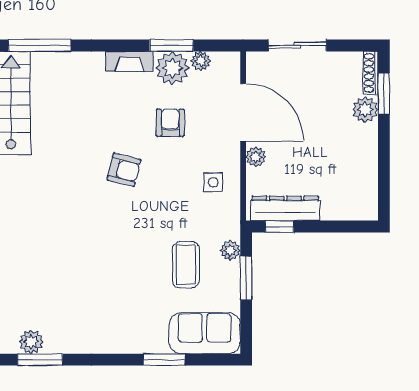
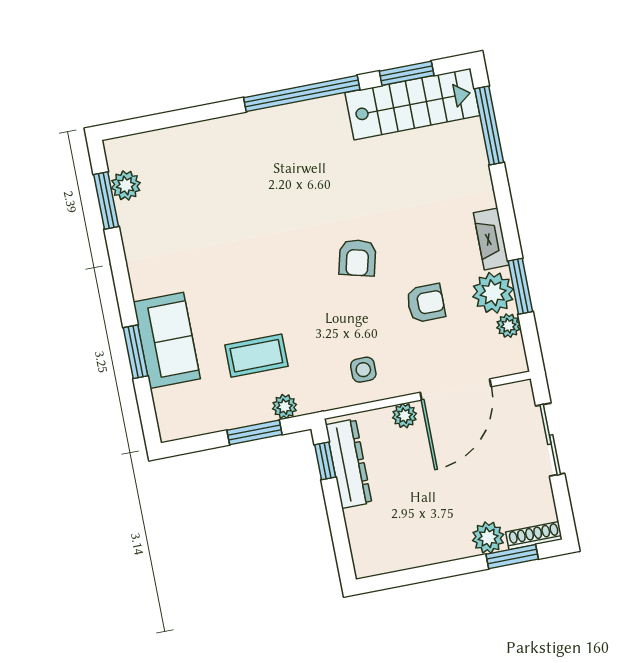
sofa: (205, 333) -> (167, 340), moved

